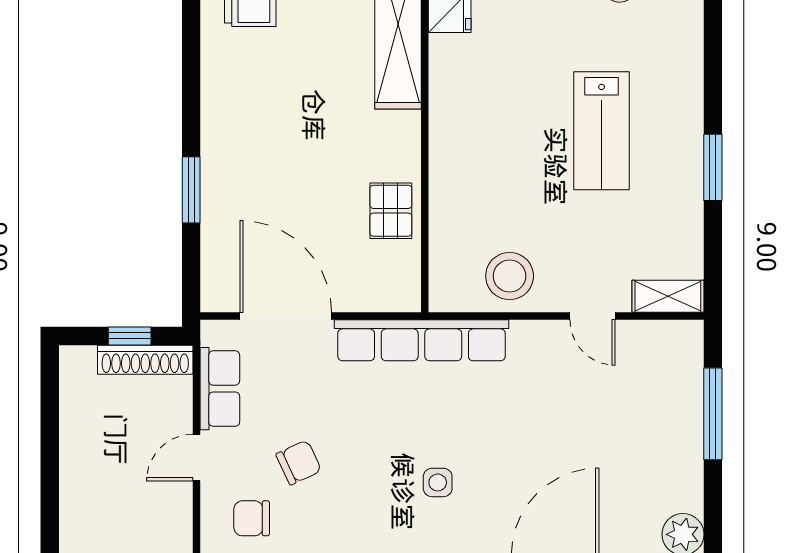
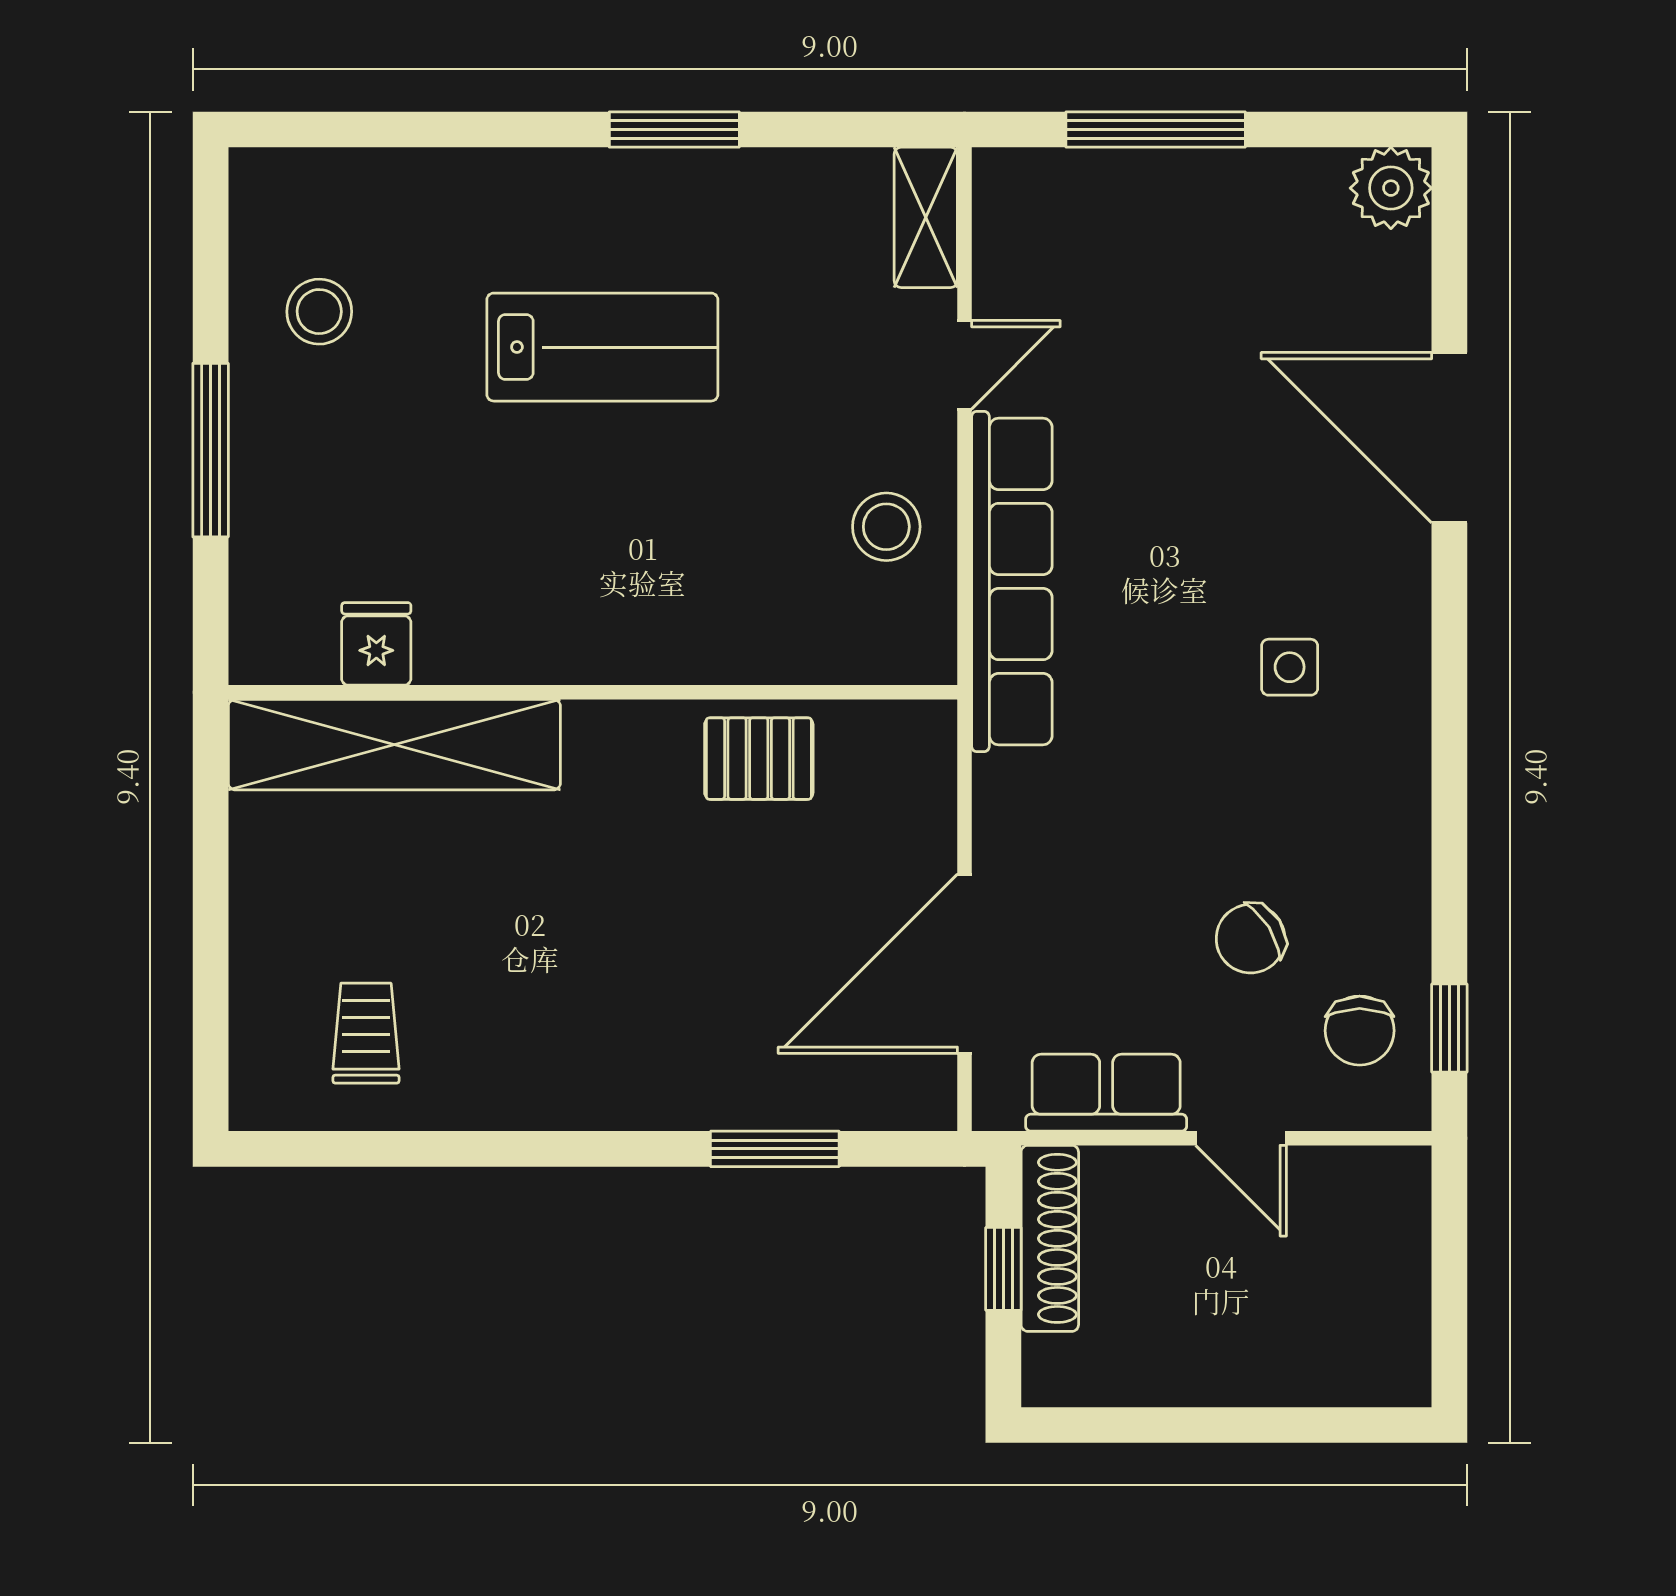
window: (191, 190) -> (775, 1149), moved
stool: (510, 276) -> (886, 527), width x0.73, depth x0.73
row of seats: (421, 340) -> (1012, 582), moved
chair: (299, 462) -> (1251, 939), turned -97

